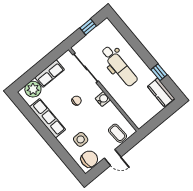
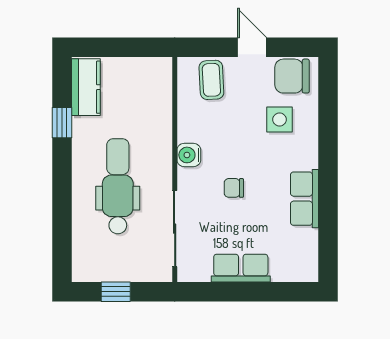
plant: (33, 89) -> (289, 265), removed
row of seats: (47, 118) -> (305, 199), width x0.68

